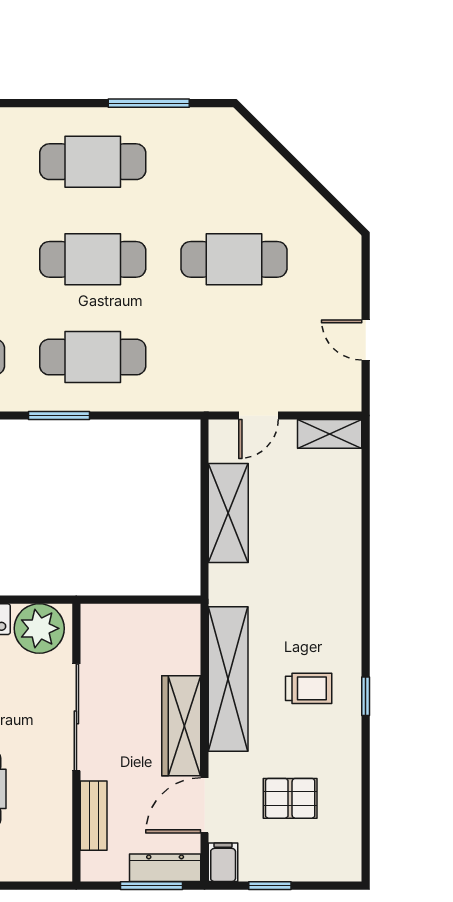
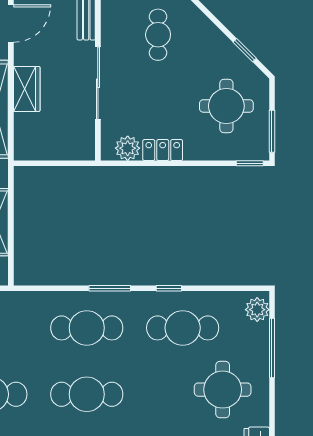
plant: (39, 628) -> (128, 148), width x0.73, depth x0.73
wardrobe: (181, 726) -> (27, 89), width x0.67

